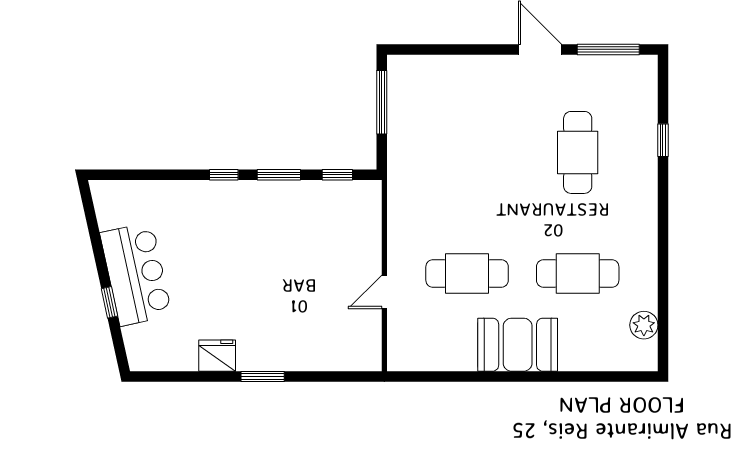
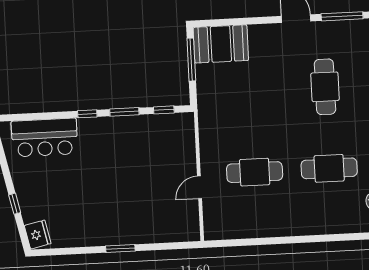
bar counter: (136, 274) -> (44, 138), moved, turned 102
booth: (518, 345) -> (221, 44), moved
fridge: (217, 356) -> (38, 235), moved, turned 78

